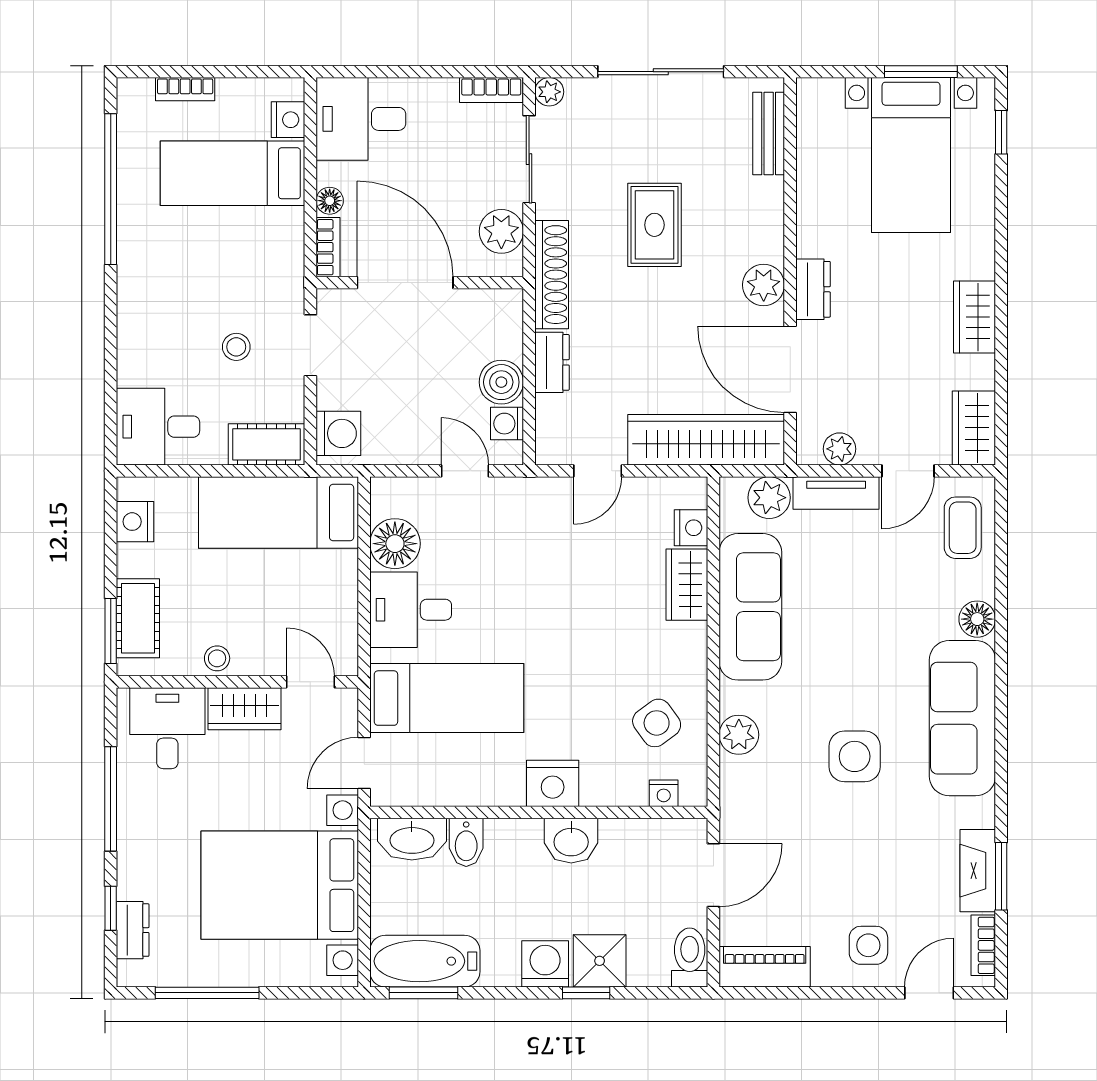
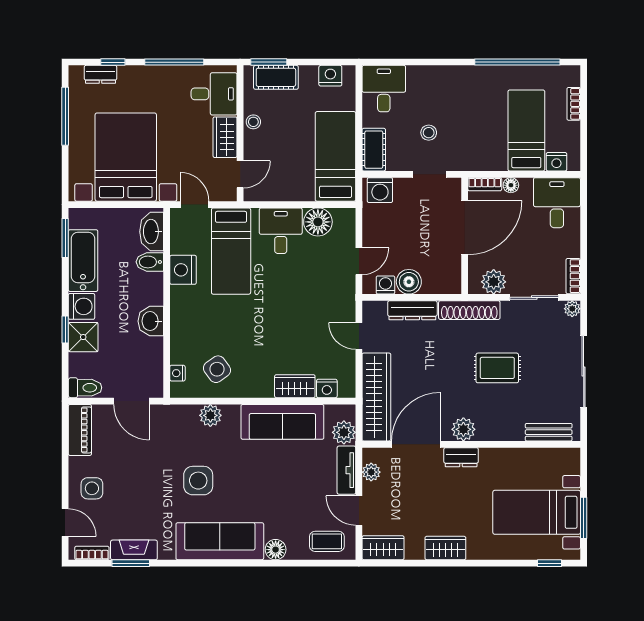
dresser: (552, 362) -> (412, 310), width x1.44
nightstand: (553, 783) -> (183, 270), moved
bathtub: (425, 961) -> (83, 261), moved

